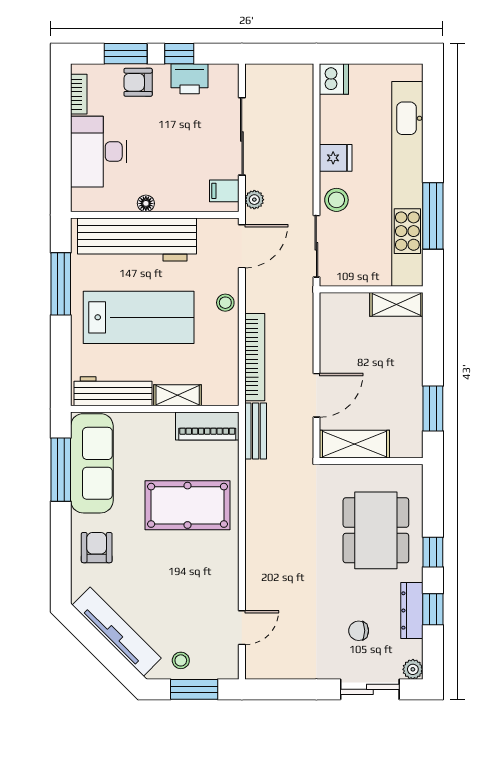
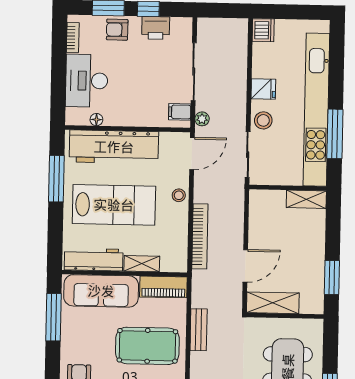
floor lamp: (146, 203) -> (96, 120), moved
bench: (256, 431) -> (199, 330), moved
sofa: (92, 463) -> (101, 291), moved, turned 90

